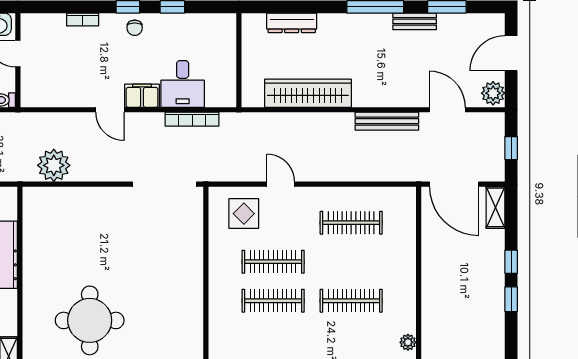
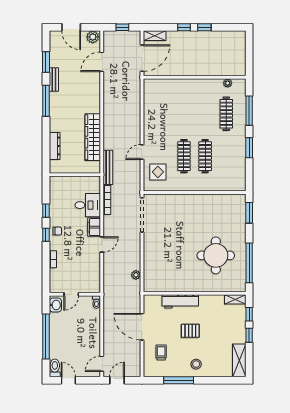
bench: (387, 121) -> (108, 167), moved
plant: (54, 165) -> (136, 275), width x0.53, depth x0.53
clothes rail: (351, 223) -> (163, 114), removed
clothes rail: (351, 301) -> (226, 114), moved

